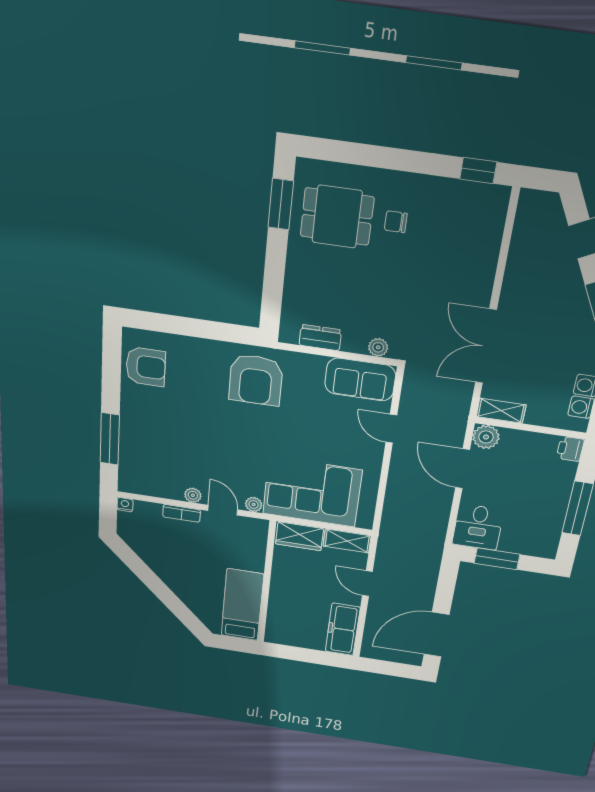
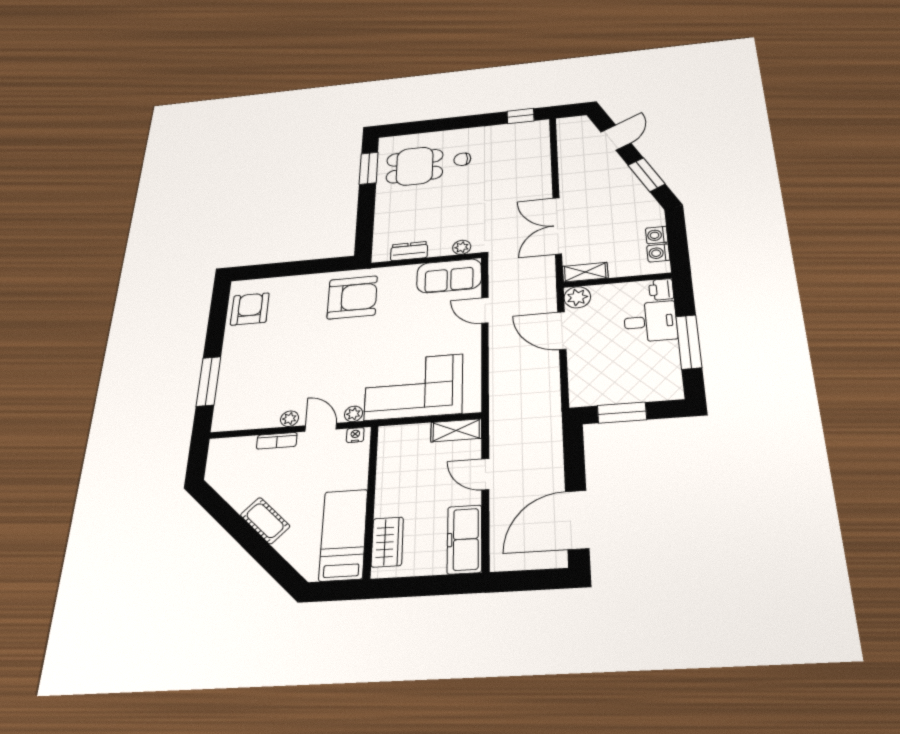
armchair: (146, 367) -> (250, 309), turned -90
armchair: (256, 380) -> (352, 297), turned -90
nightstand: (125, 505) -> (355, 435), moved
desk: (478, 527) -> (650, 322), moved, turned -90
wardrobe: (299, 536) -> (387, 542), moved, turned -90
cot: (175, 580) -> (265, 521), added

